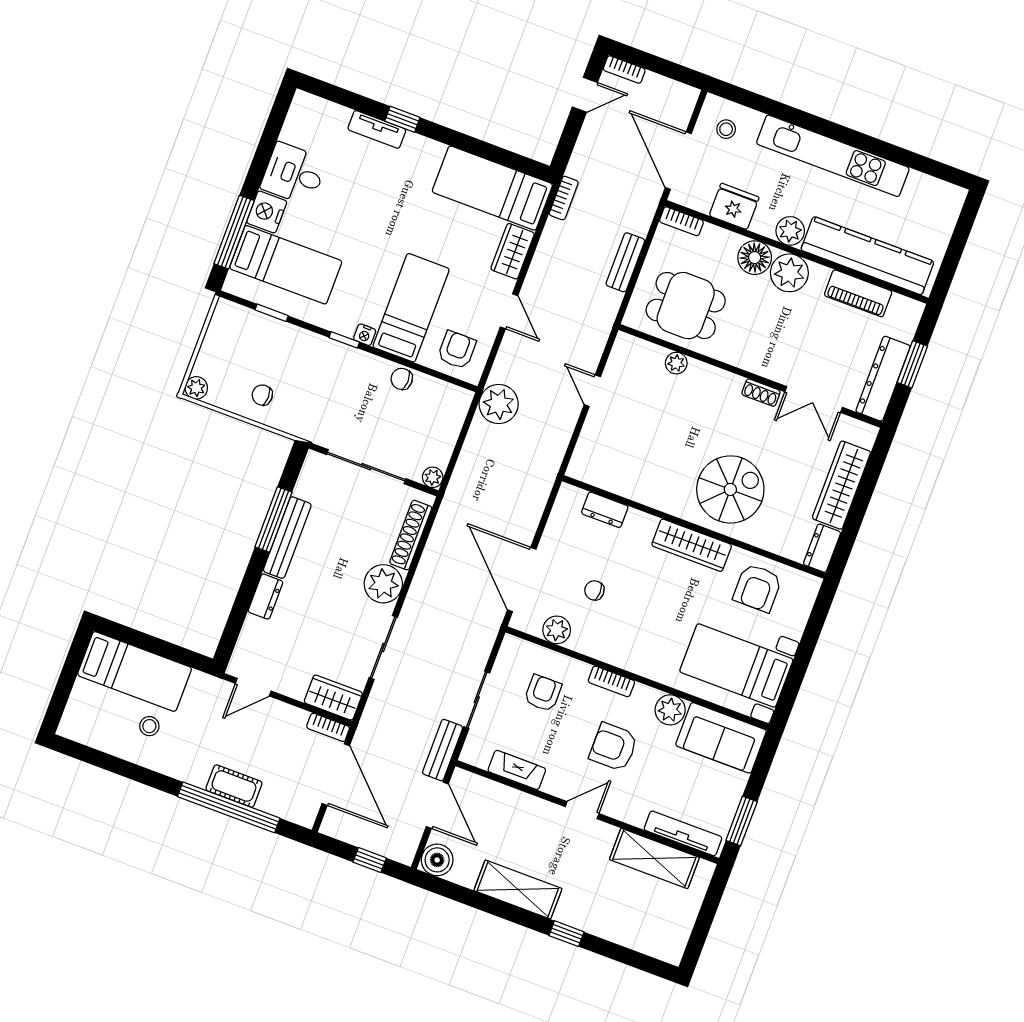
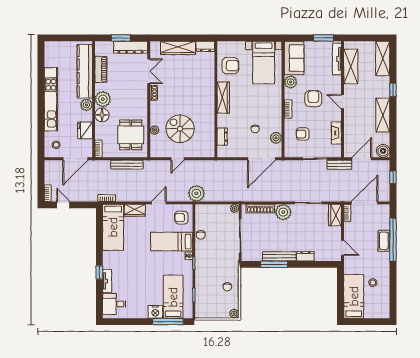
desk: (294, 174) -> (114, 304), moved, turned 90
bench: (625, 262) -> (127, 165), width x1.36
spiral stairs: (730, 489) -> (180, 129), moved
armchair: (613, 747) -> (313, 99), turned 180
shelving: (645, 937) -> (383, 59), added

